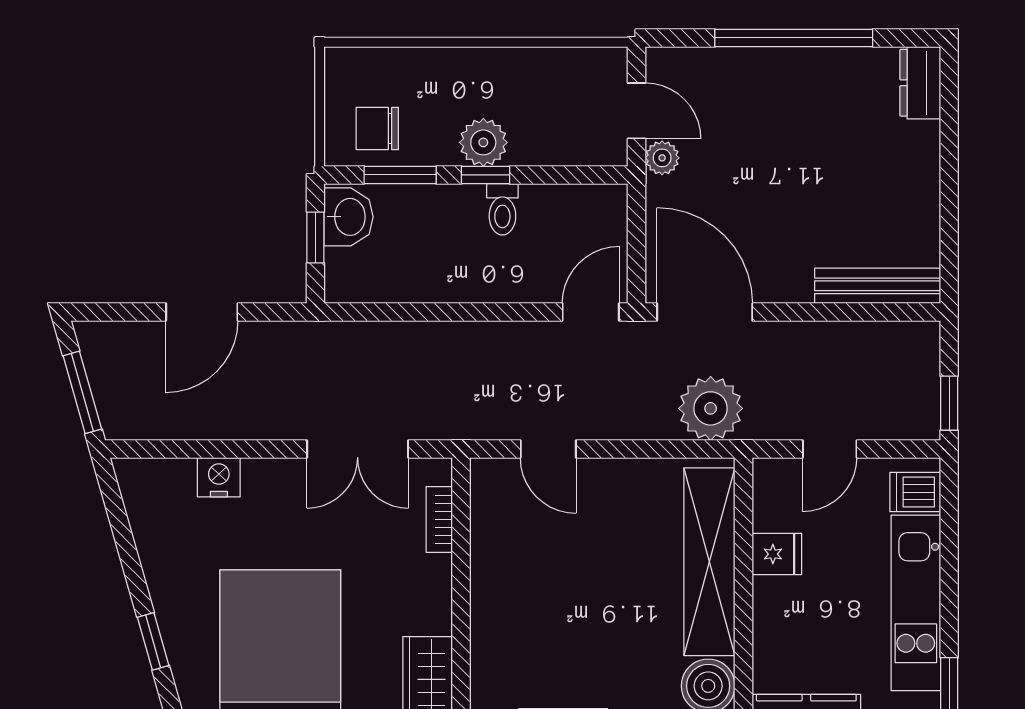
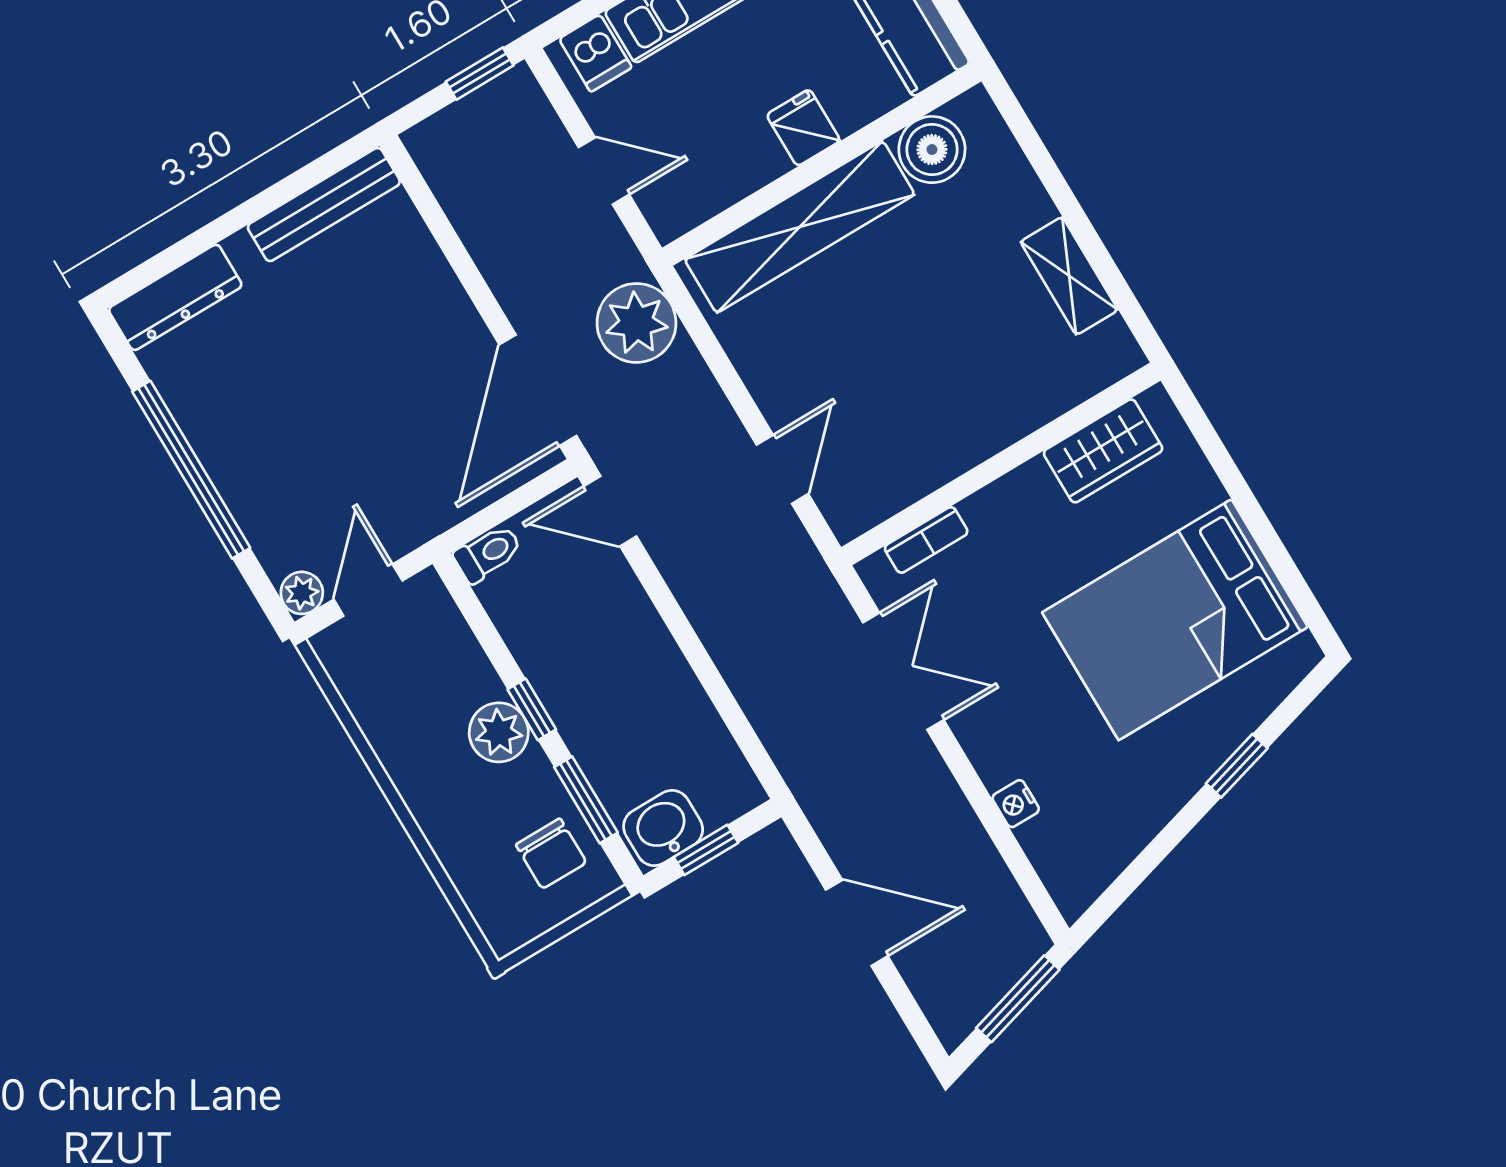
dresser: (920, 83) -> (175, 297), width x1.44
plant: (662, 158) -> (302, 593), moved
toilet: (502, 209) -> (488, 553), moved
bench: (878, 286) -> (324, 204), moved, turned 90
nightstand: (219, 477) -> (1016, 804), width x0.72, depth x0.74
fridge: (777, 554) -> (803, 128), moved

